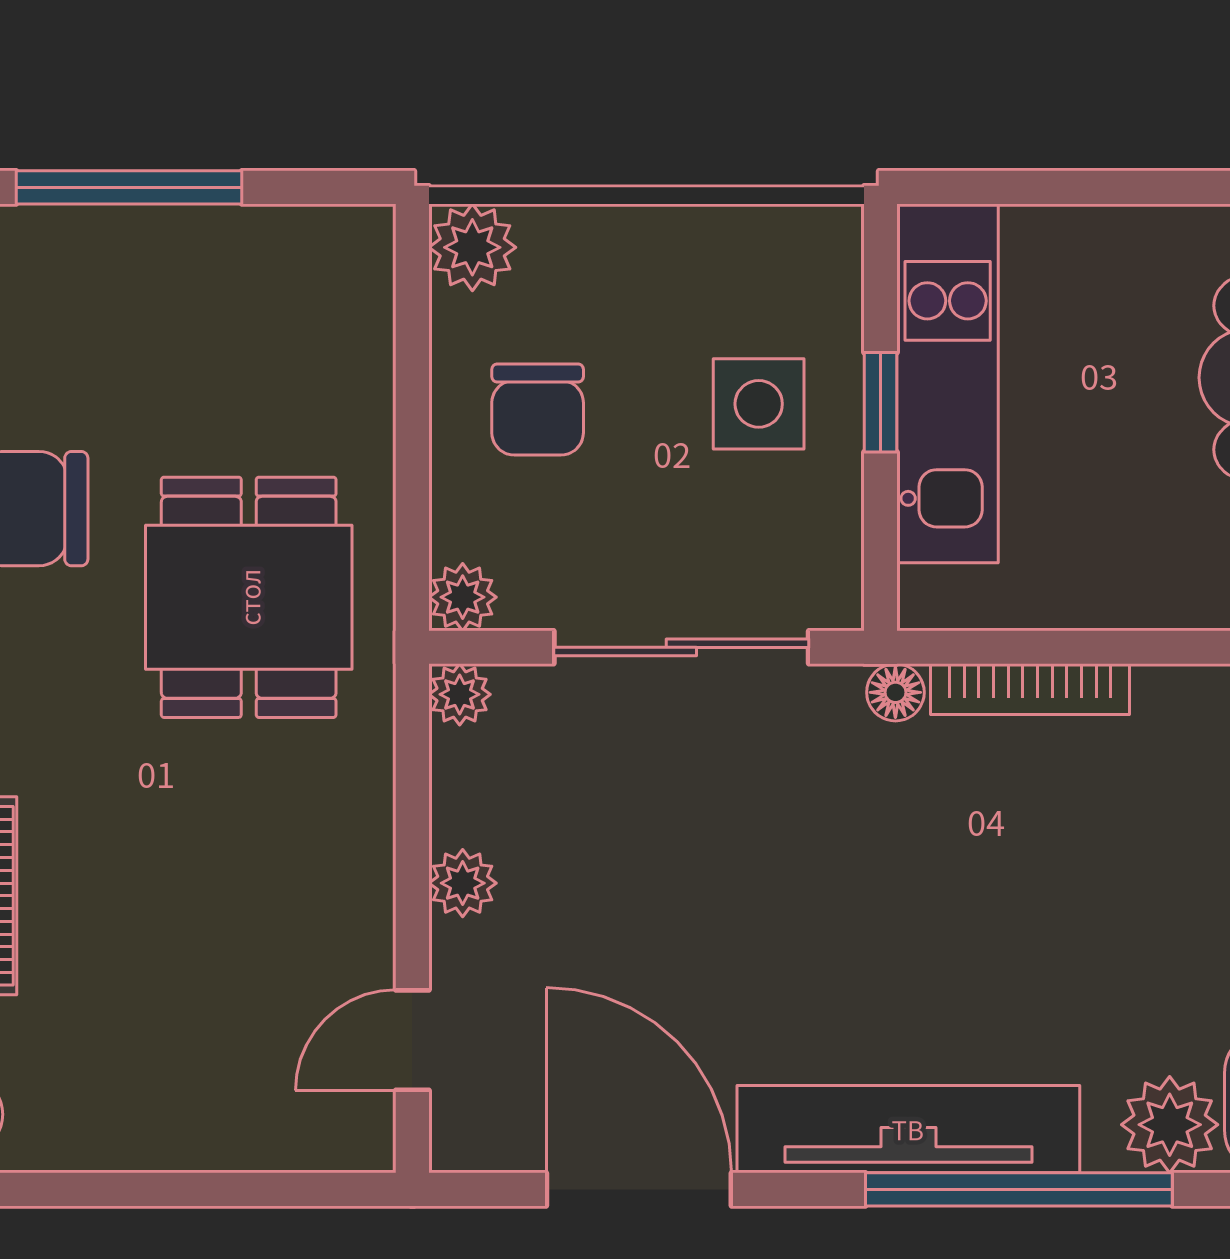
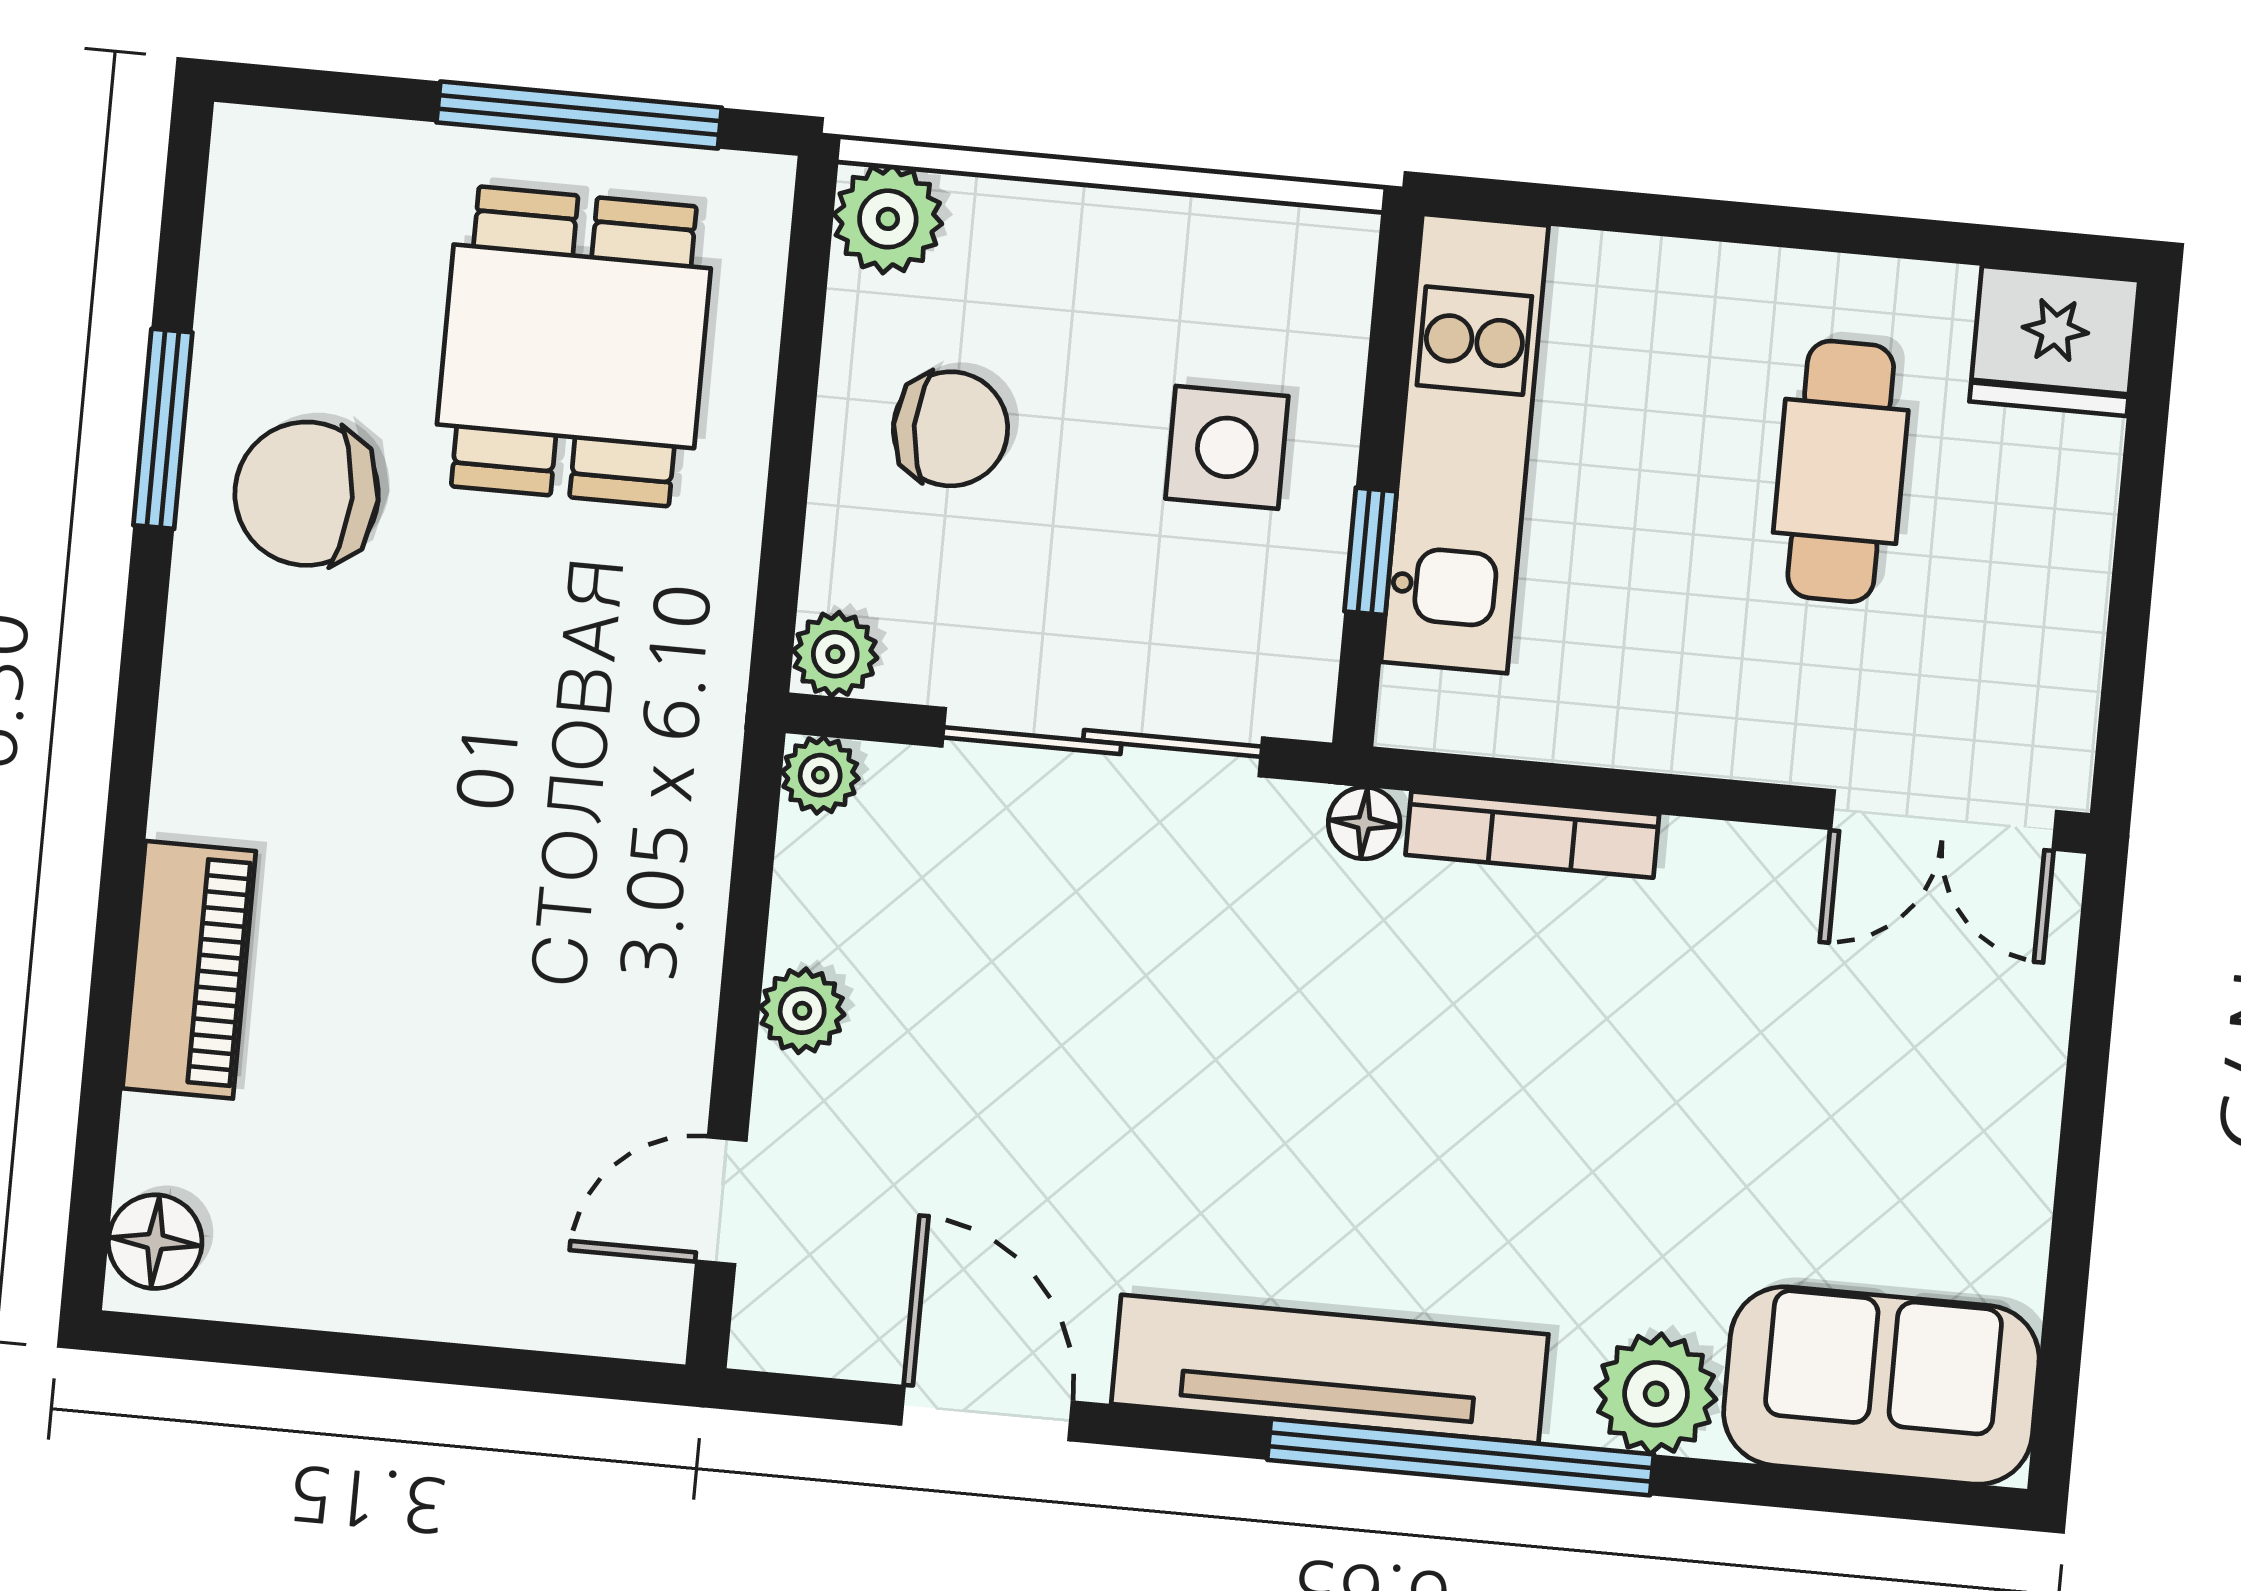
window: (129, 187) -> (579, 115), moved
window: (881, 402) -> (1371, 551), moved
chair: (538, 410) -> (951, 429), turned -90
dining table: (249, 597) -> (574, 346), moved
door: (639, 1189) -> (987, 1413), width x0.73

